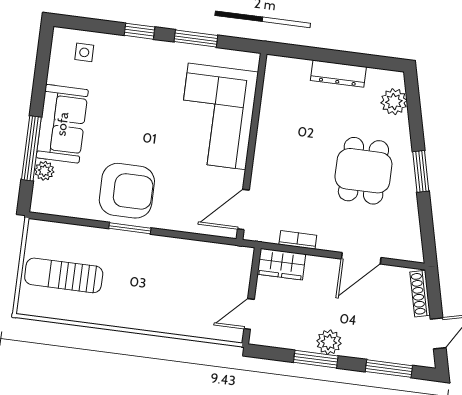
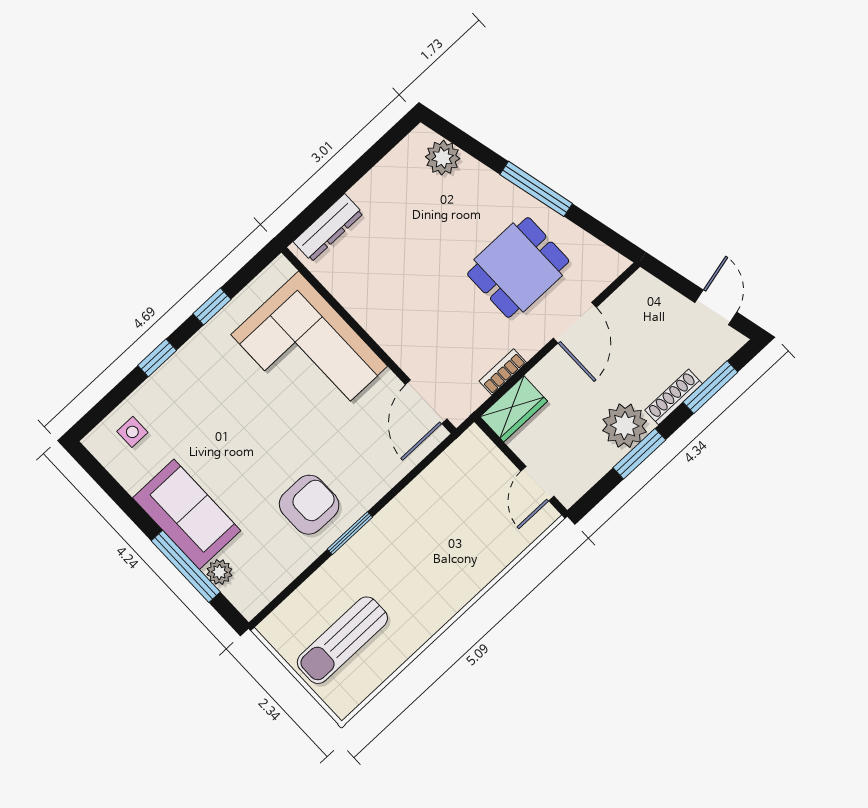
window: (196, 39) -> (212, 307), width x0.67
dresser: (338, 74) -> (328, 228), moved
dining table: (363, 171) -> (518, 267), moved, turned 90
window: (421, 171) -> (536, 189), width x1.44
armchair: (127, 191) -> (309, 505), width x0.73, depth x0.73
shoe rack: (420, 294) -> (674, 397), moved, turned 104
plant: (329, 342) -> (625, 426), width x1.36, depth x1.36

